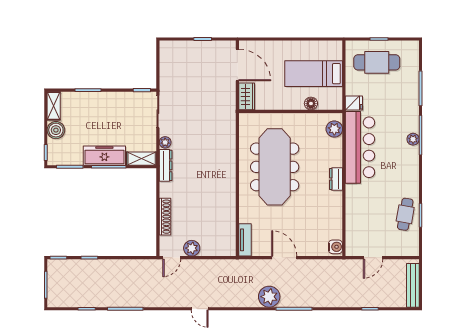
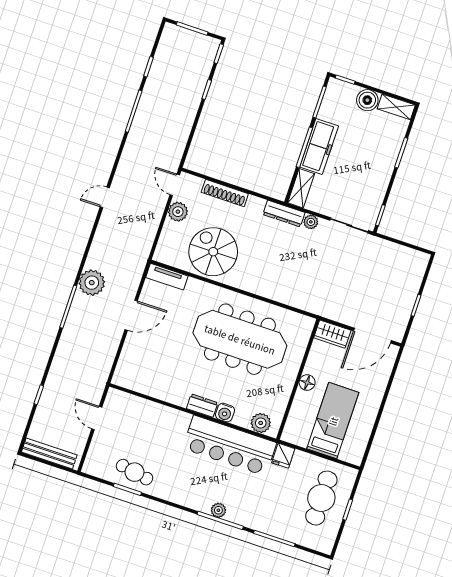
floor lamp: (311, 103) -> (307, 383), moved
spiral stairs: (214, 210) -> (213, 252), added
water cooler: (335, 247) -> (225, 413), moved

